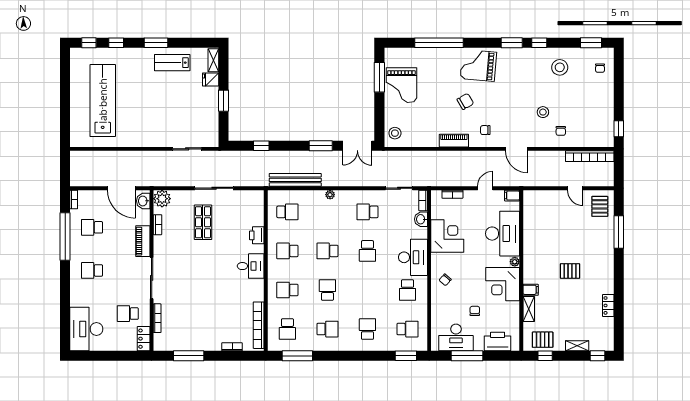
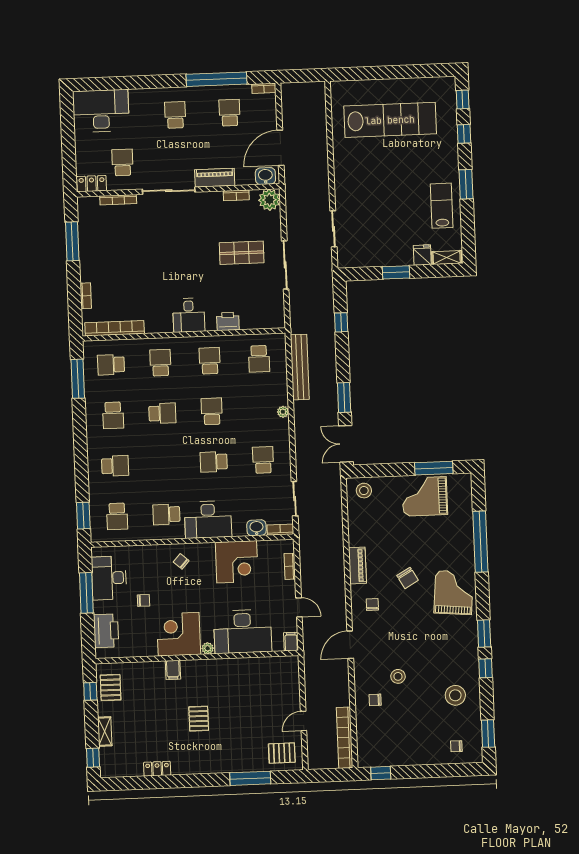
shelving: (529, 309) -> (149, 668), removed

